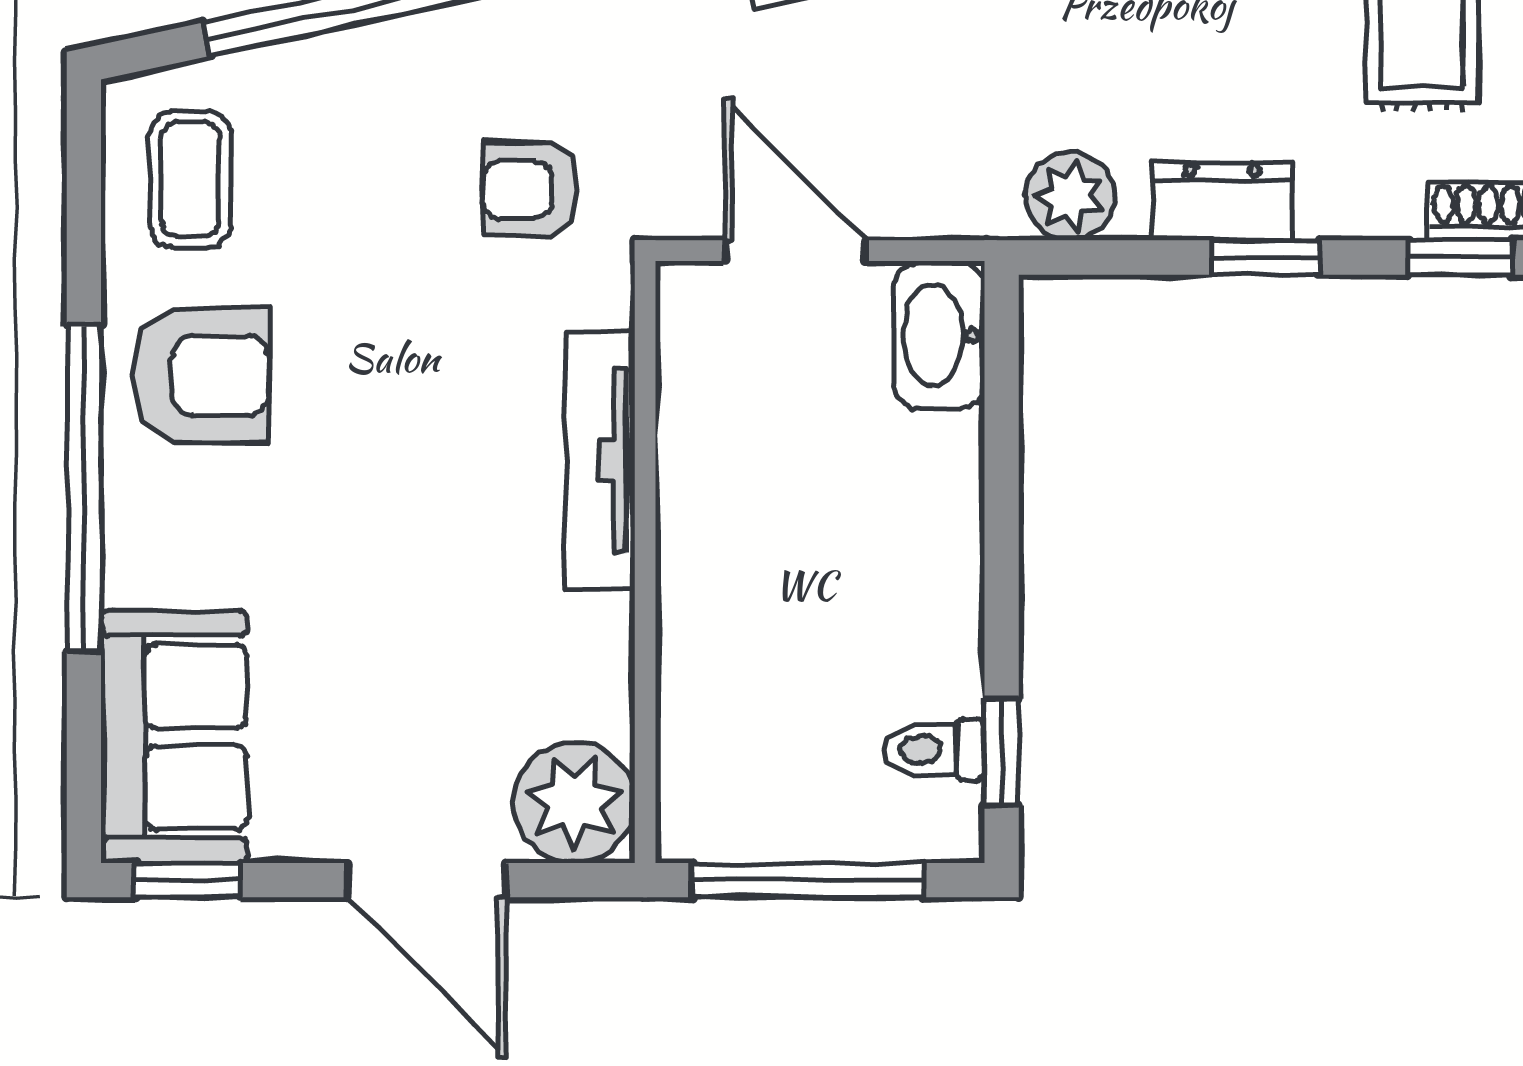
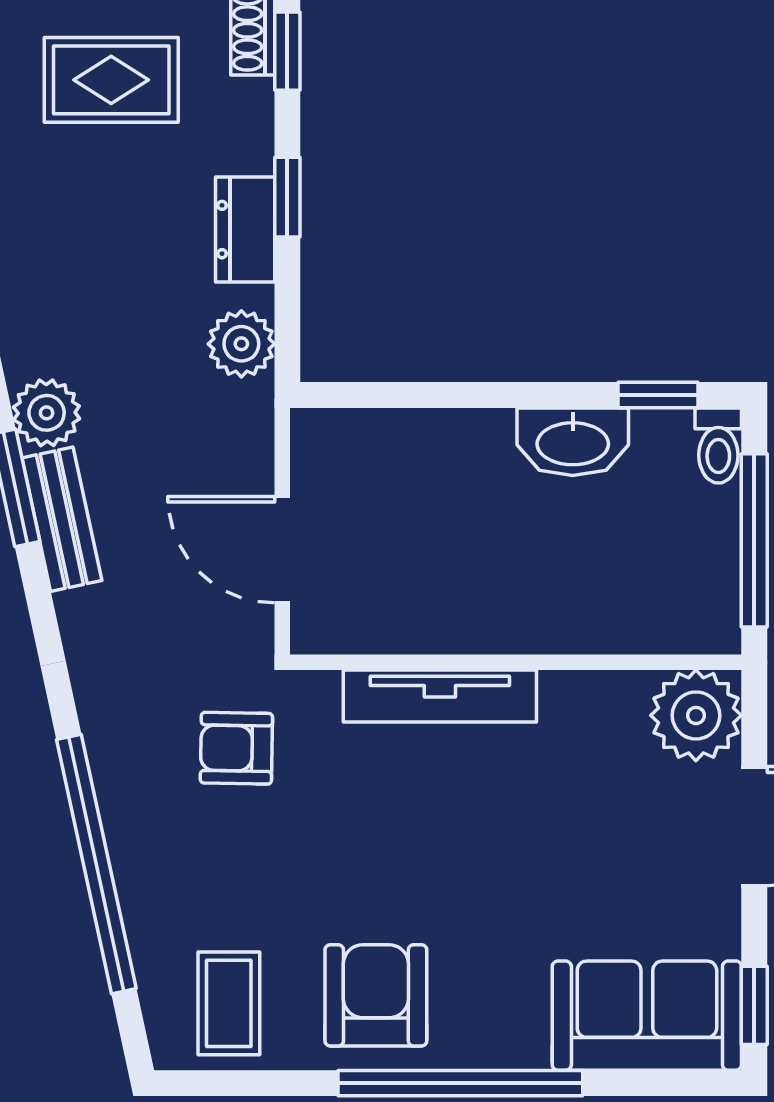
coffee table: (190, 179) -> (229, 1003), turned 90
armchair: (531, 189) -> (236, 748), turned 91
door: (795, 251) -> (282, 550), hinge flipped
washbasin: (939, 335) -> (573, 442), moved
toilet: (934, 750) -> (718, 445), moved

